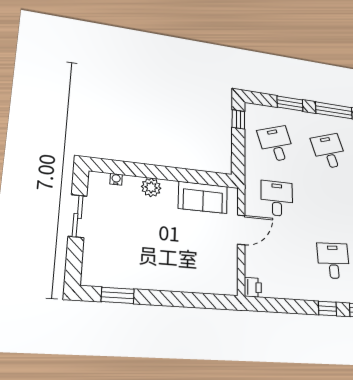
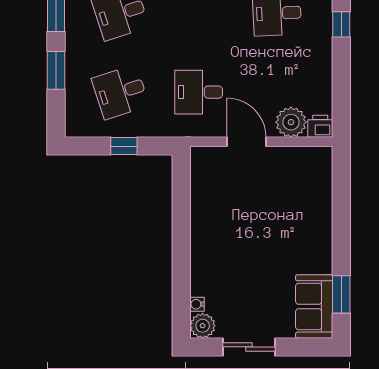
window: (238, 119) -> (124, 146), moved
plant: (151, 187) -> (203, 326), moved
sofa: (203, 197) -> (314, 306), moved, turned 180
plant: (256, 265) -> (291, 122), added

